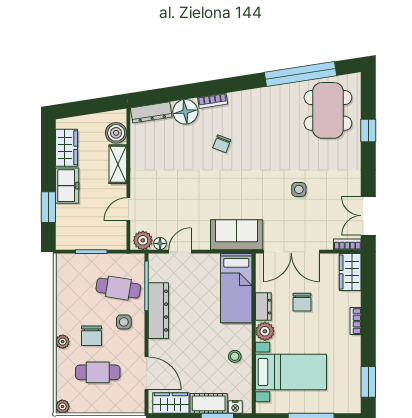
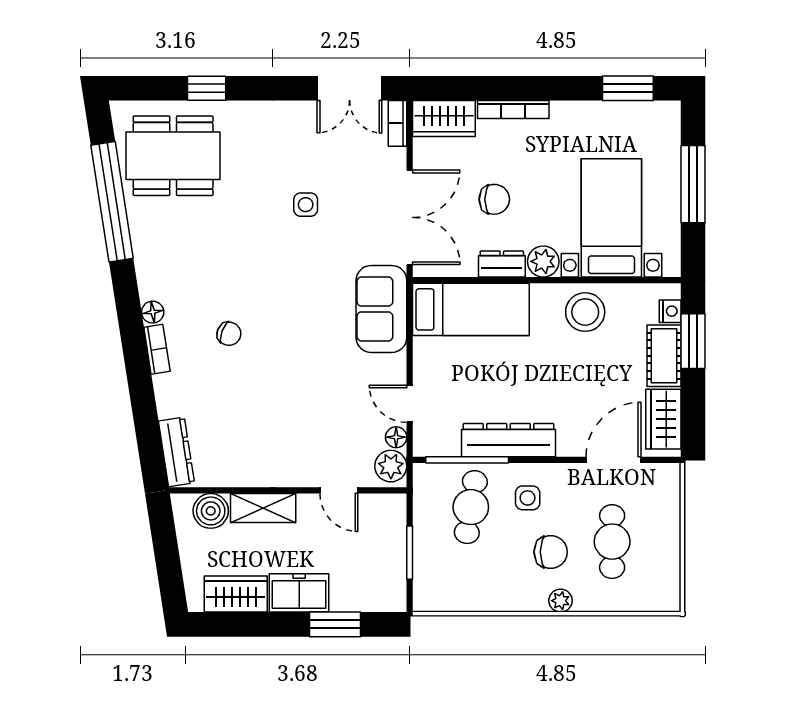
floor lamp: (185, 112) -> (153, 312), moved, width x0.53, depth x0.53
bookcase: (356, 321) -> (513, 110), width x1.56
stool: (235, 356) -> (585, 312), width x1.89, depth x1.89
plant: (62, 406) -> (669, 601), removed

